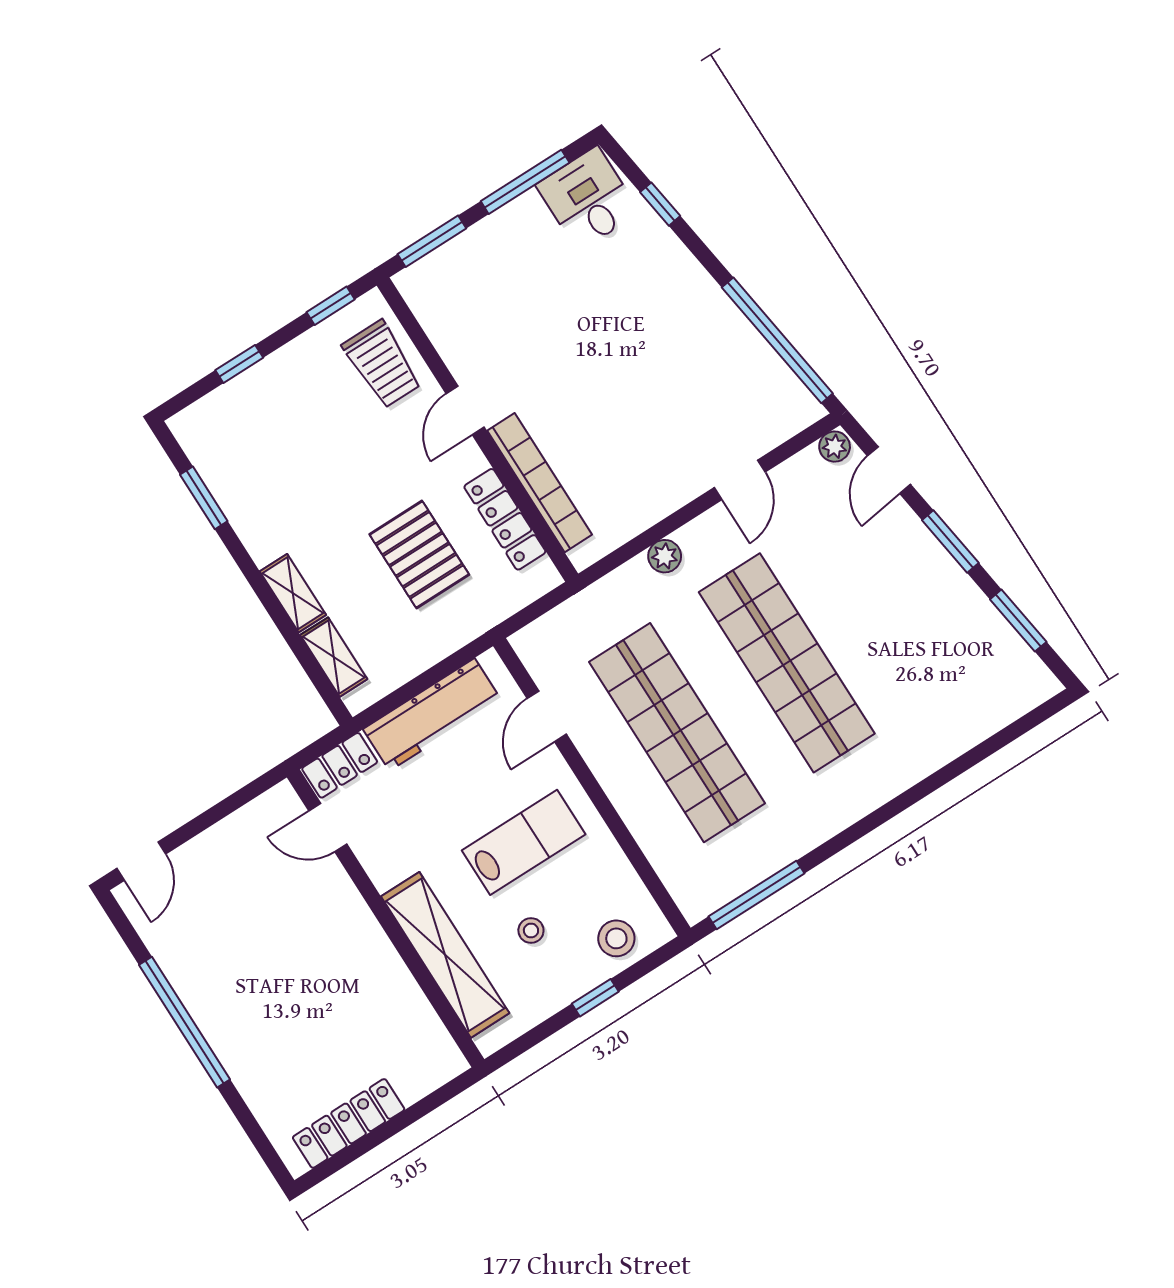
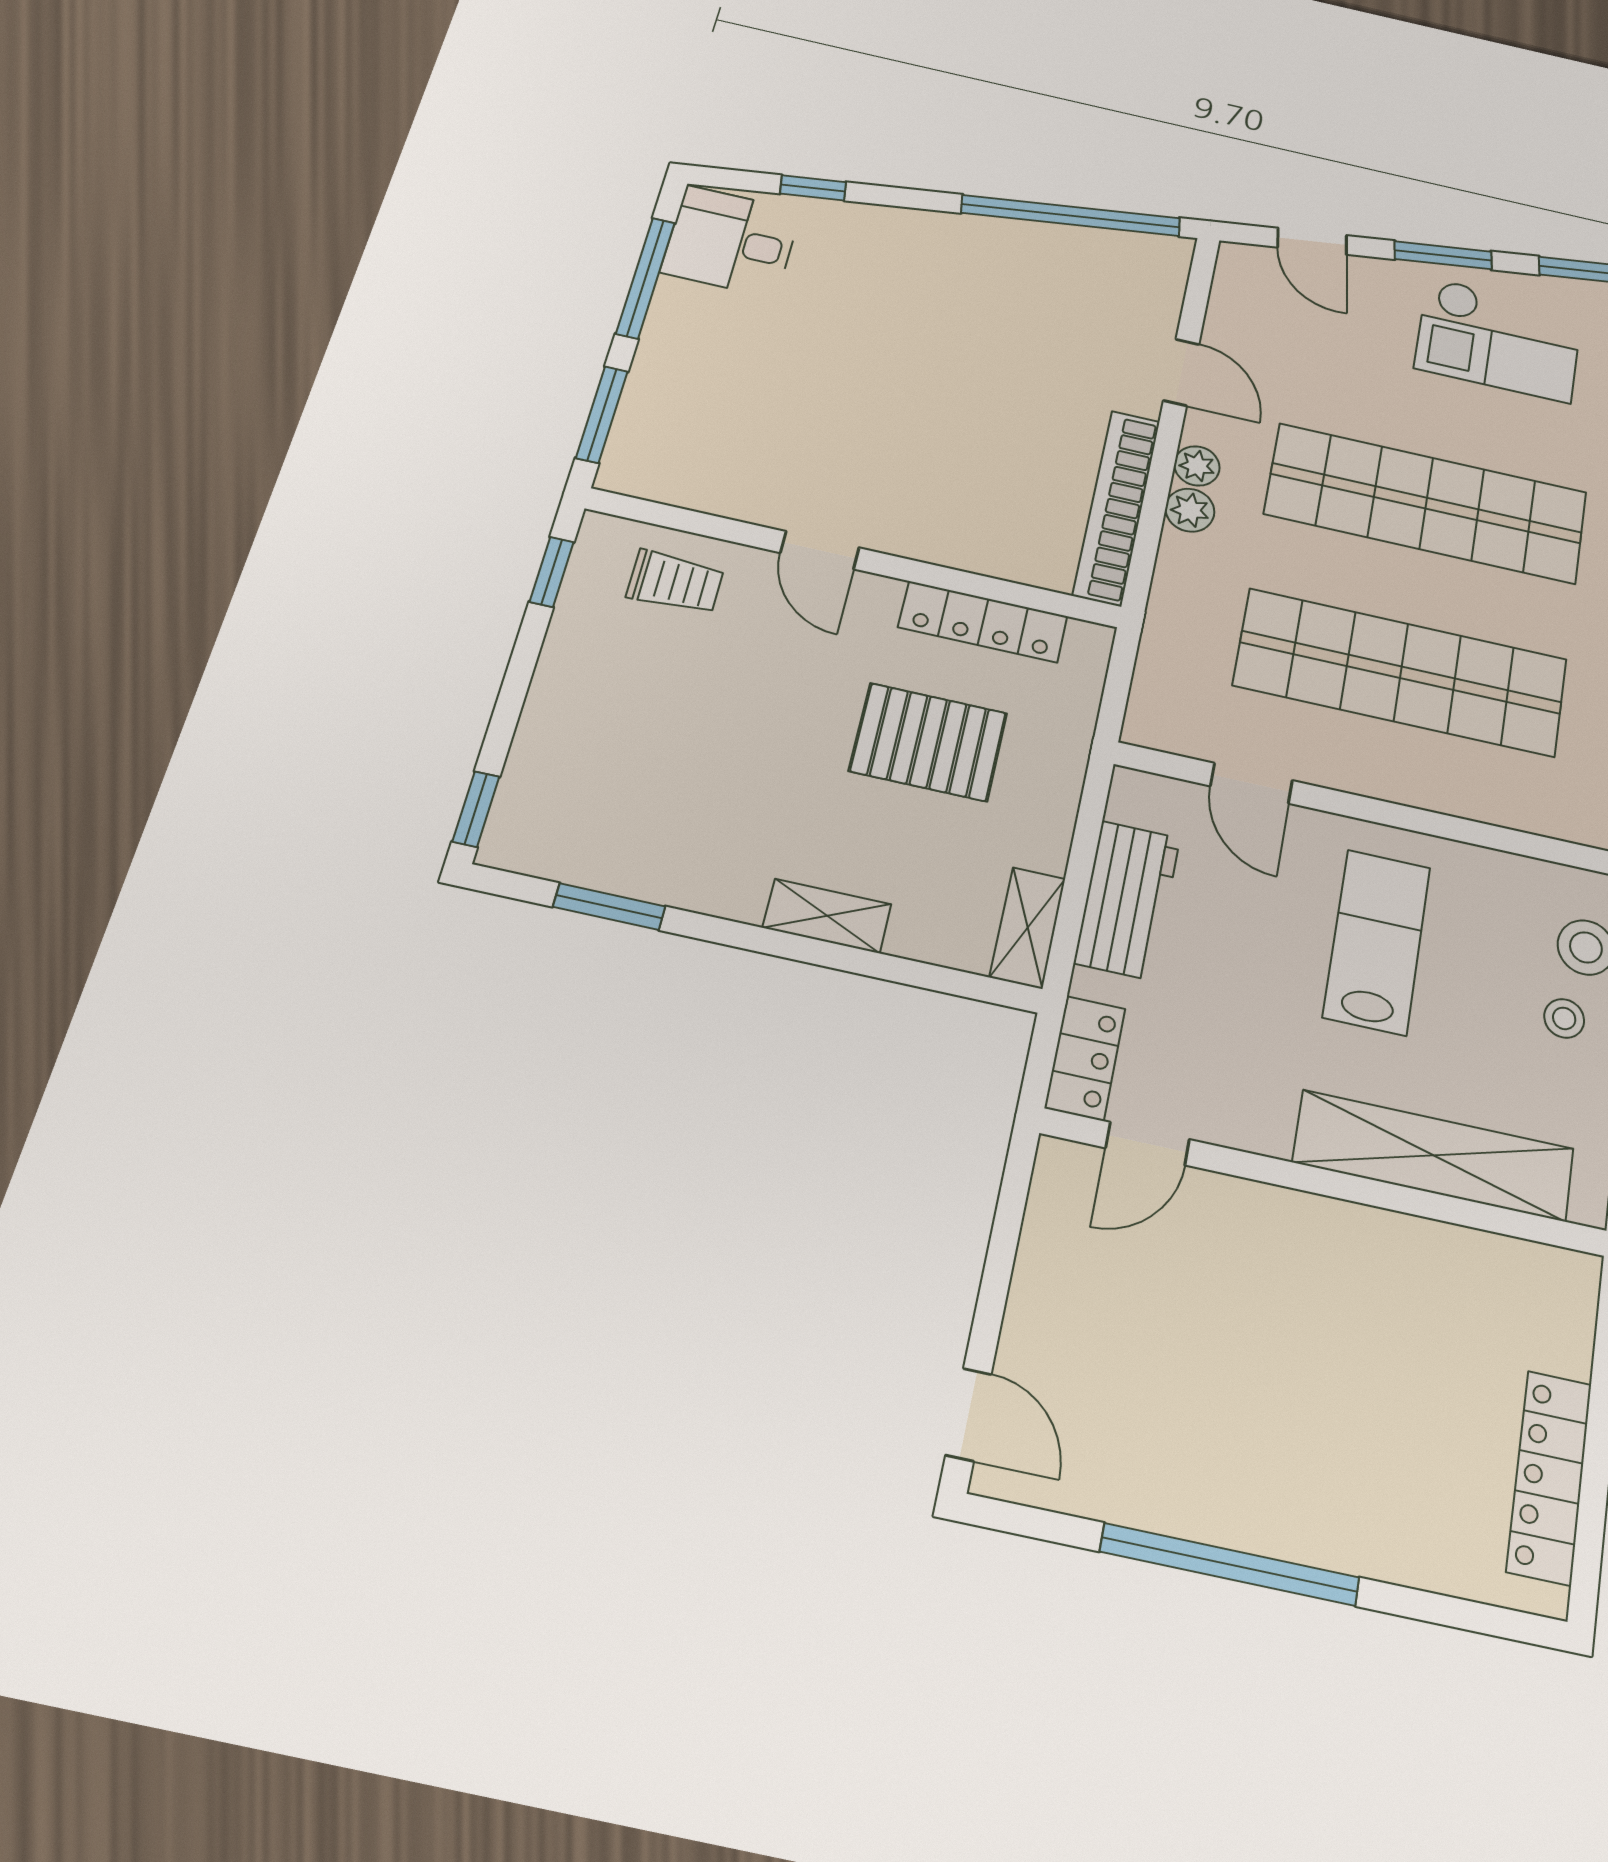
window: (239, 364) -> (476, 809), moved
trolley: (382, 364) -> (675, 582), width x0.73, depth x0.72
plant: (835, 447) -> (1197, 466), moved
bookcase: (540, 483) -> (1117, 507), moved, turned -90
checkout: (925, 614) -> (1499, 340), added
shelving: (334, 657) -> (1028, 928), moved, turned 90
workbench: (432, 715) -> (1127, 900), width x0.73
stool: (531, 931) -> (1564, 1018), moved

